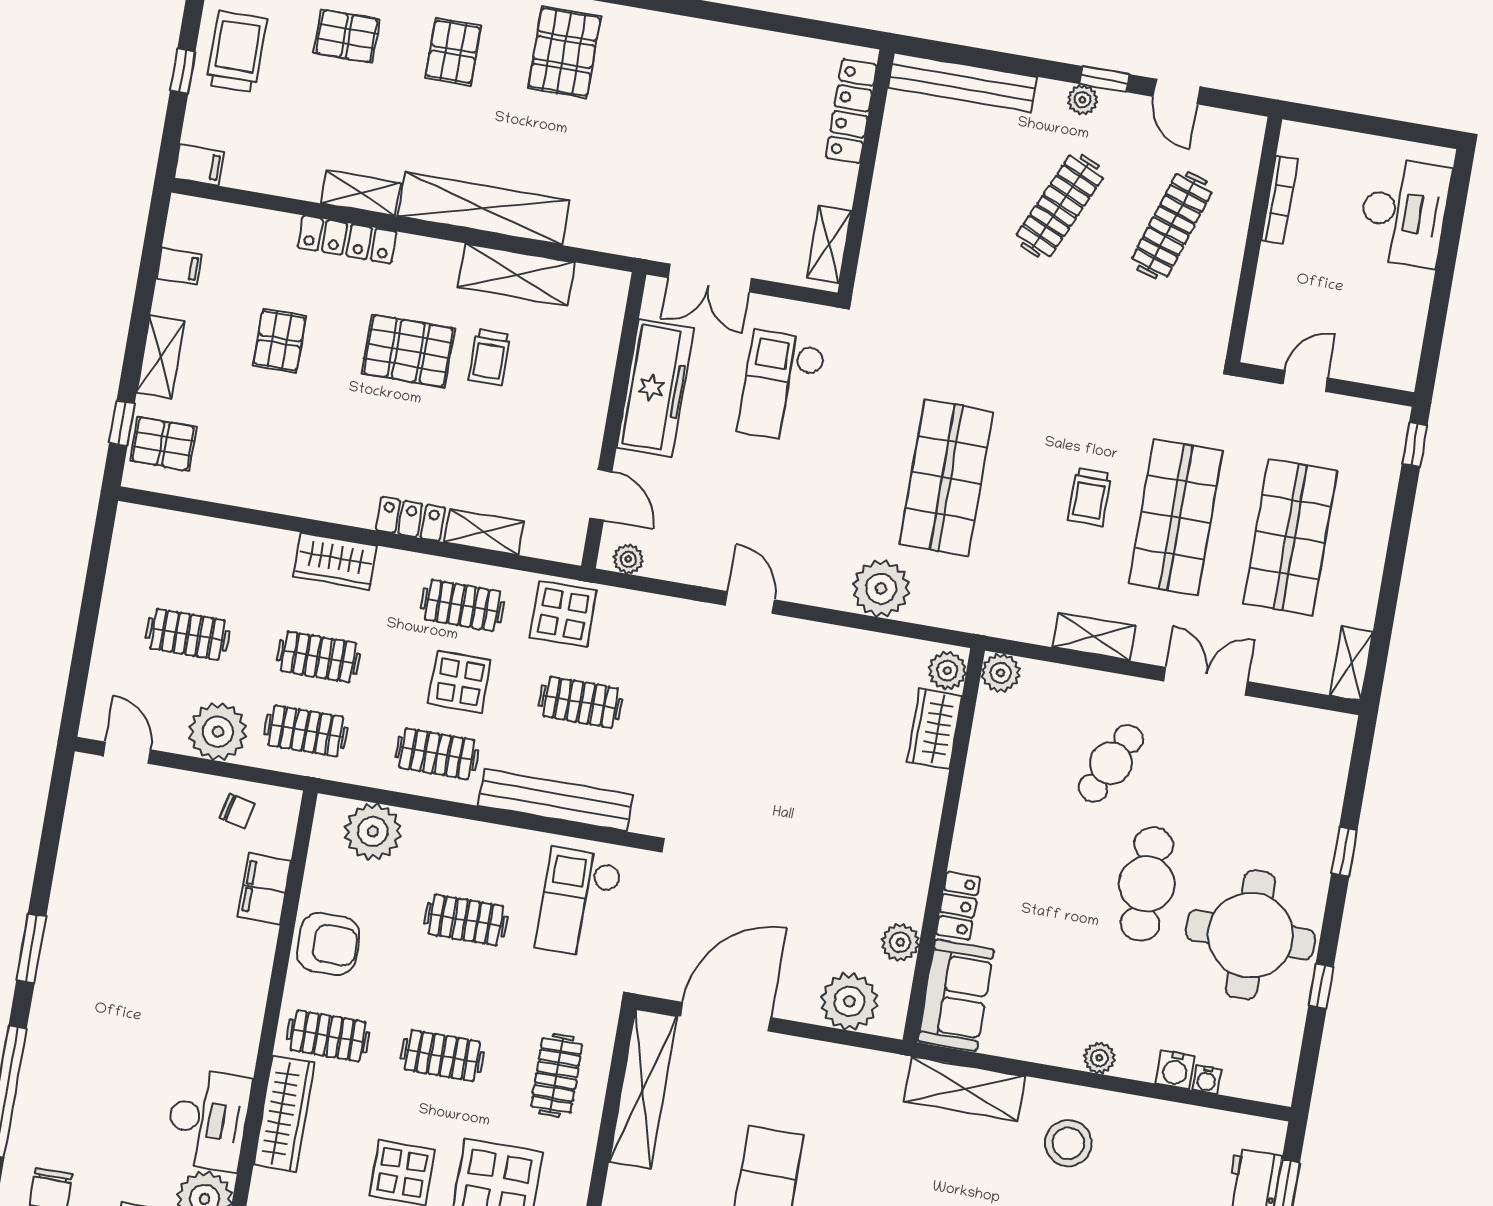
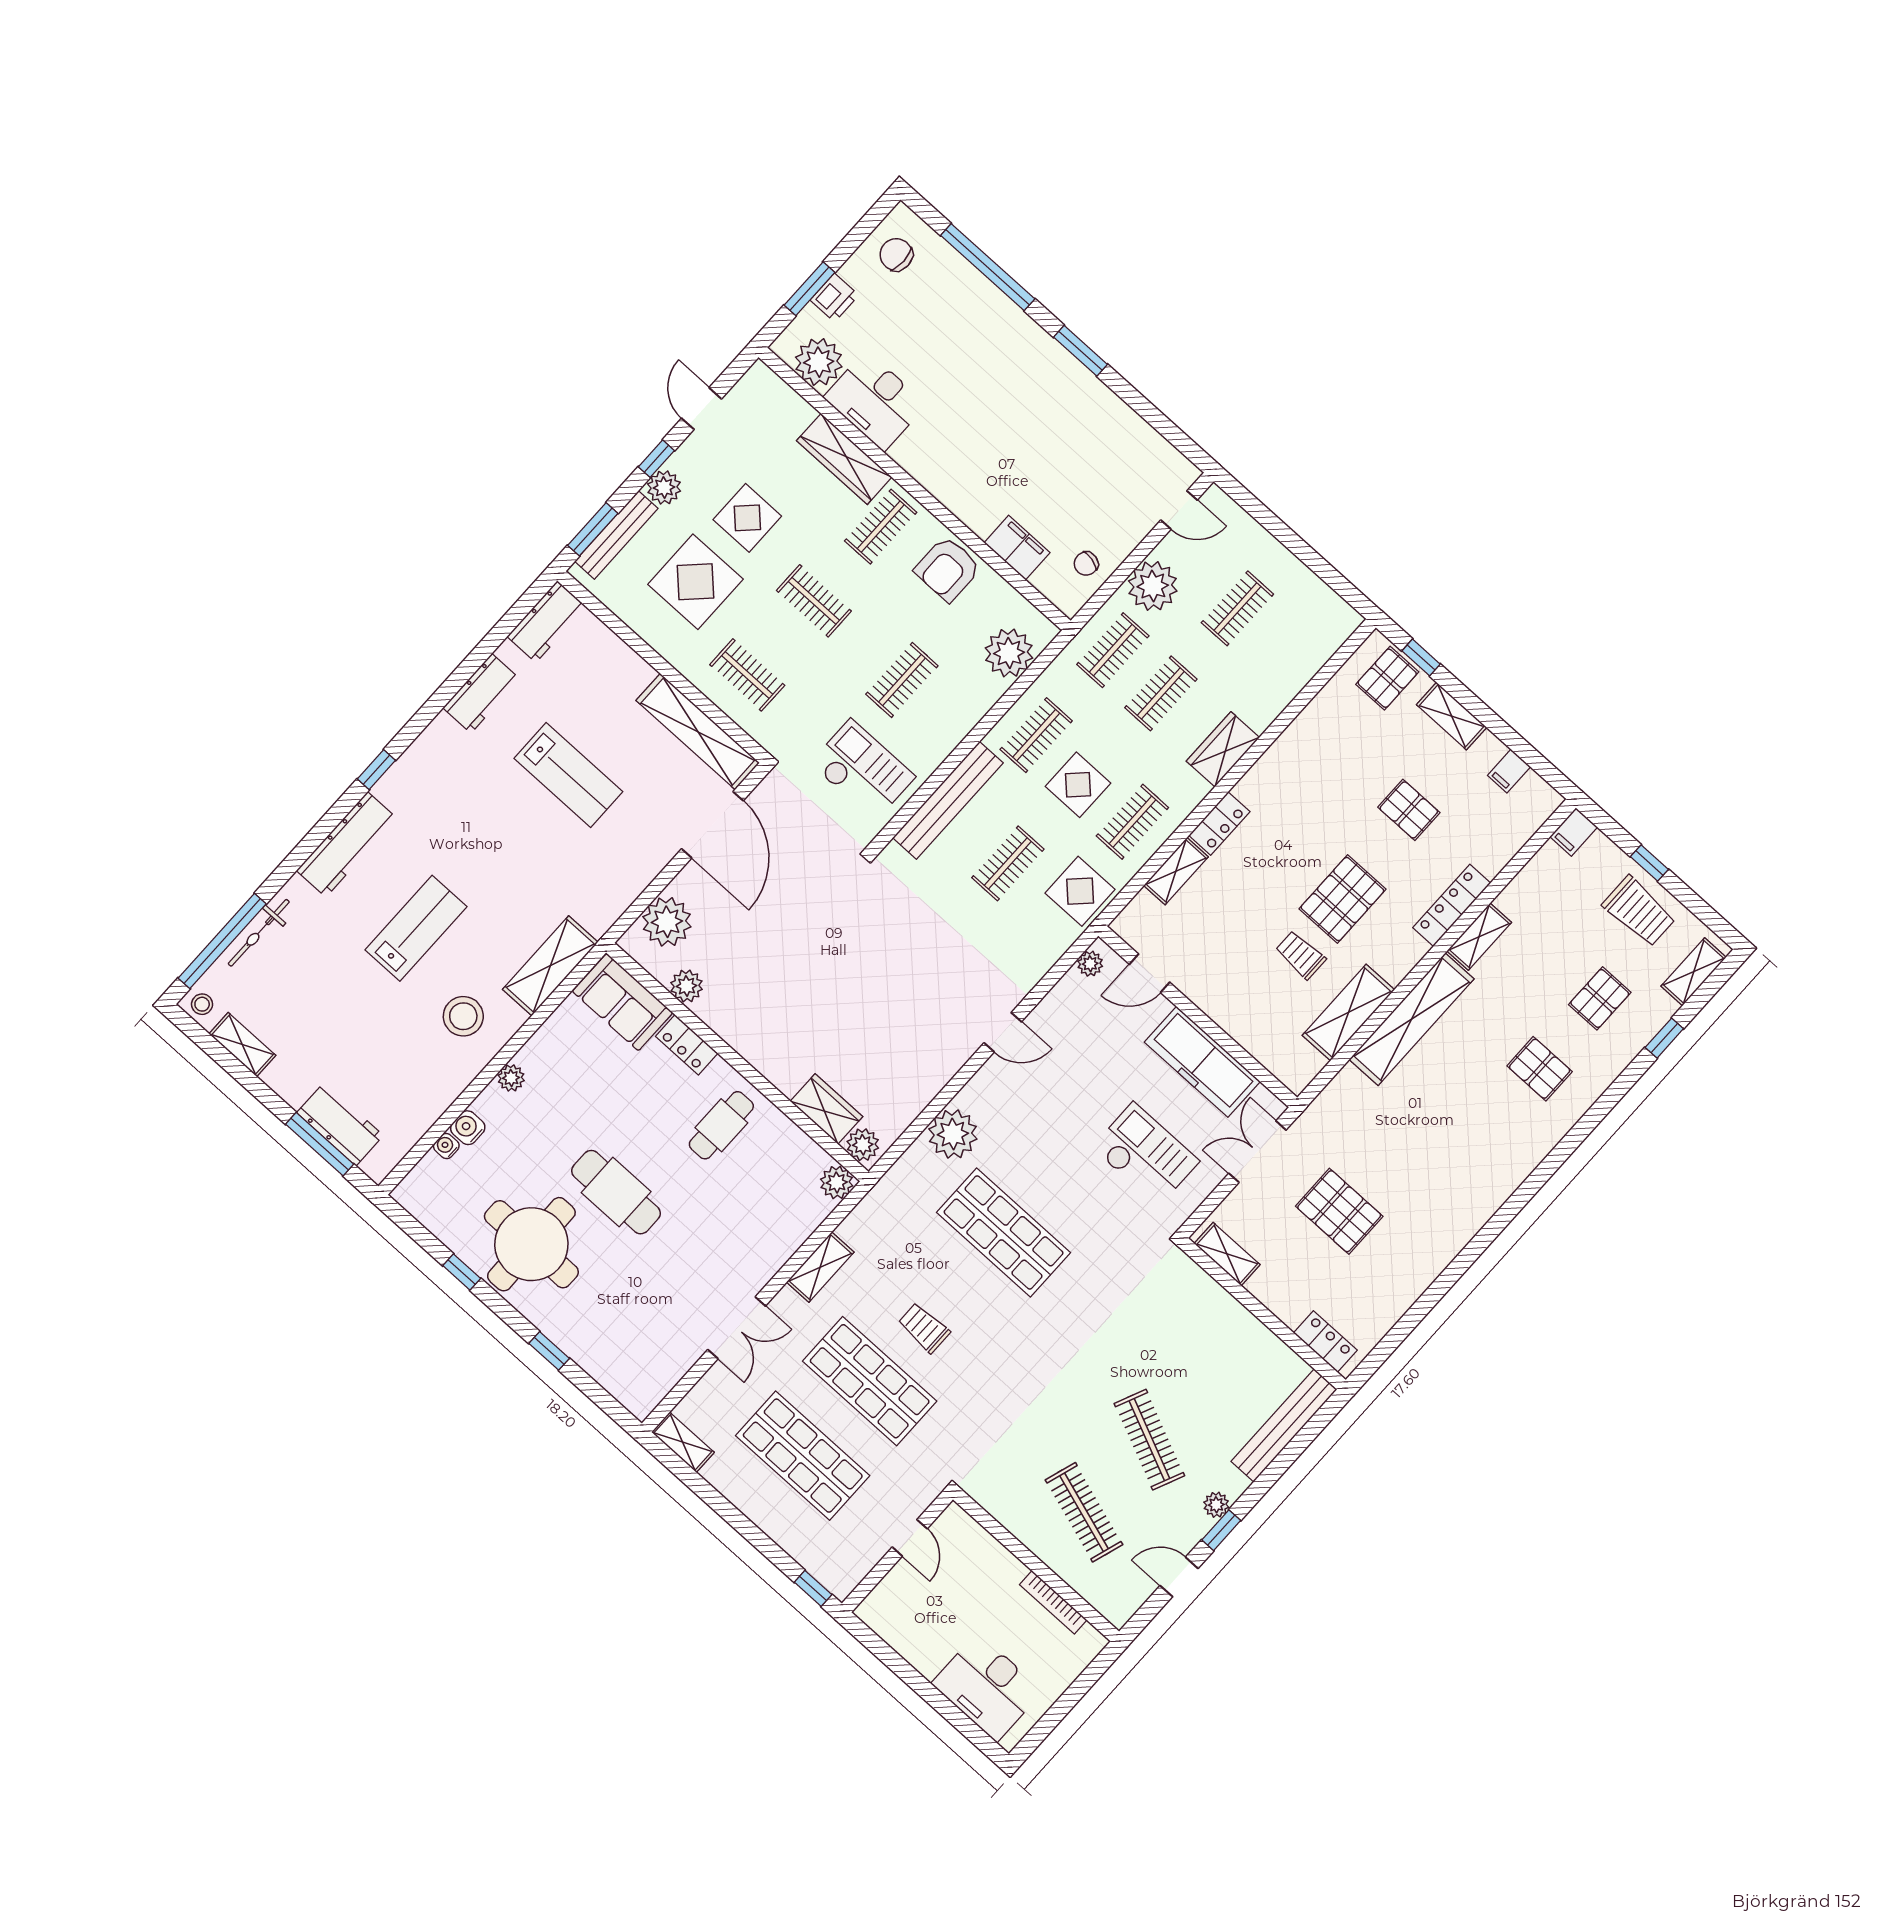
pallet: (564, 52) -> (1339, 1211), moved
locker: (851, 111) -> (1325, 1342), width x0.66
cafe table: (1111, 763) -> (721, 1125), moved, turned 64
clothes rail: (442, 1056) -> (814, 601), turned 90

